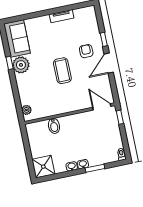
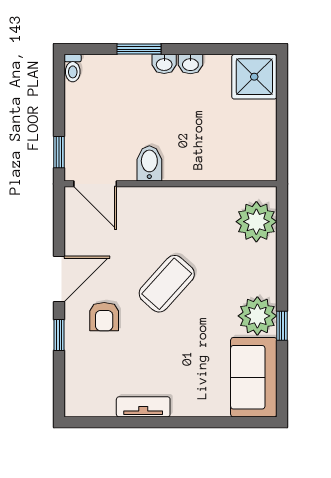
coffee table: (62, 71) -> (167, 284), turned 42
plant: (26, 110) -> (256, 222), width x1.88, depth x1.88
bidet: (54, 126) -> (149, 163), moved

